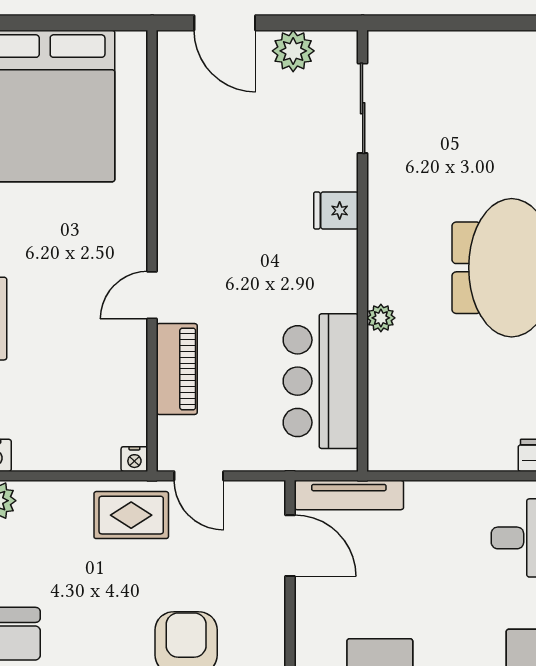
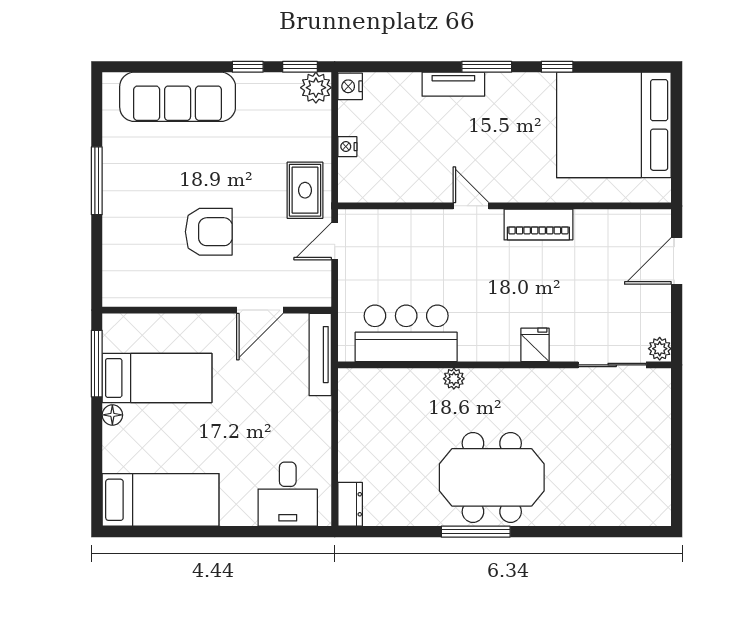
plant: (293, 51) -> (660, 349), moved, width x0.73, depth x0.73
piano: (177, 369) -> (538, 225), moved
nightstand: (134, 459) -> (347, 147), moved
door: (290, 546) -> (260, 310), moved

